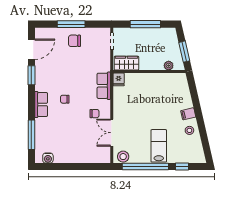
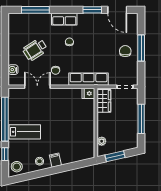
row of seats: (104, 86) -> (89, 79), width x1.48
wheelchair: (73, 135) -> (35, 50), added
stool: (123, 157) -> (17, 167), moved
water cooler: (48, 158) -> (13, 70), moved

